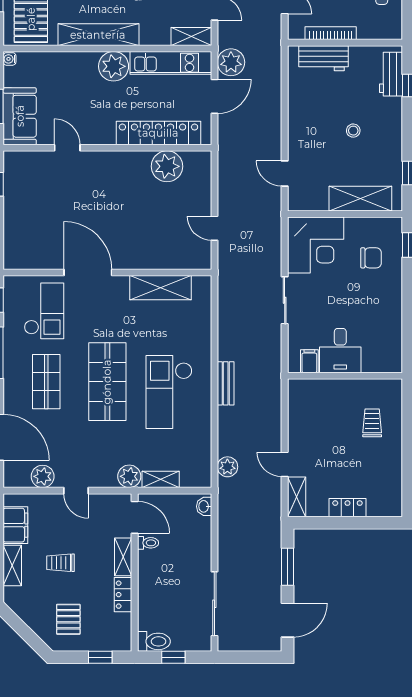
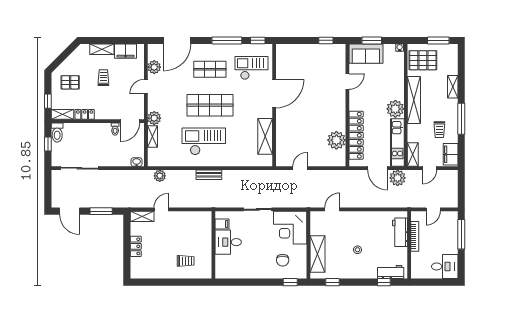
checkout: (44, 311) -> (251, 68), turned 180
shelving: (123, 557) -> (62, 114), moved

